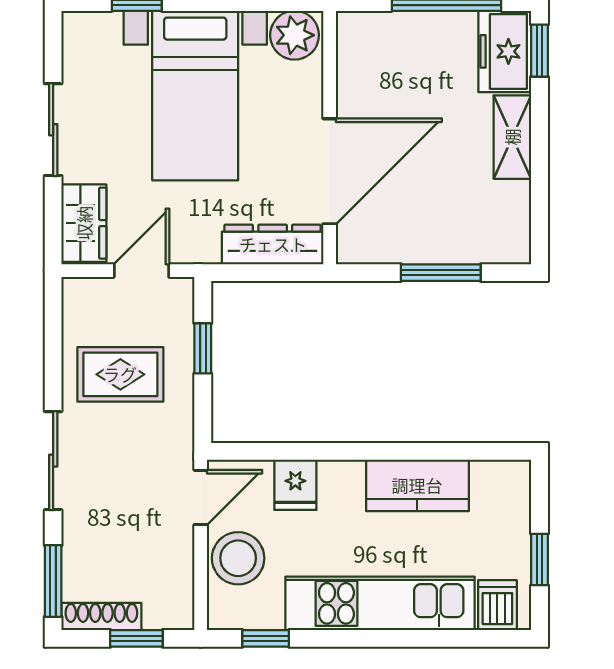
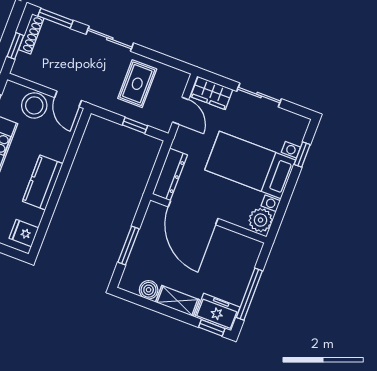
boiler: (512, 201) -> (149, 290), added
fridge: (295, 485) -> (24, 233), moved
kitchen counter: (417, 485) -> (43, 182), moved

